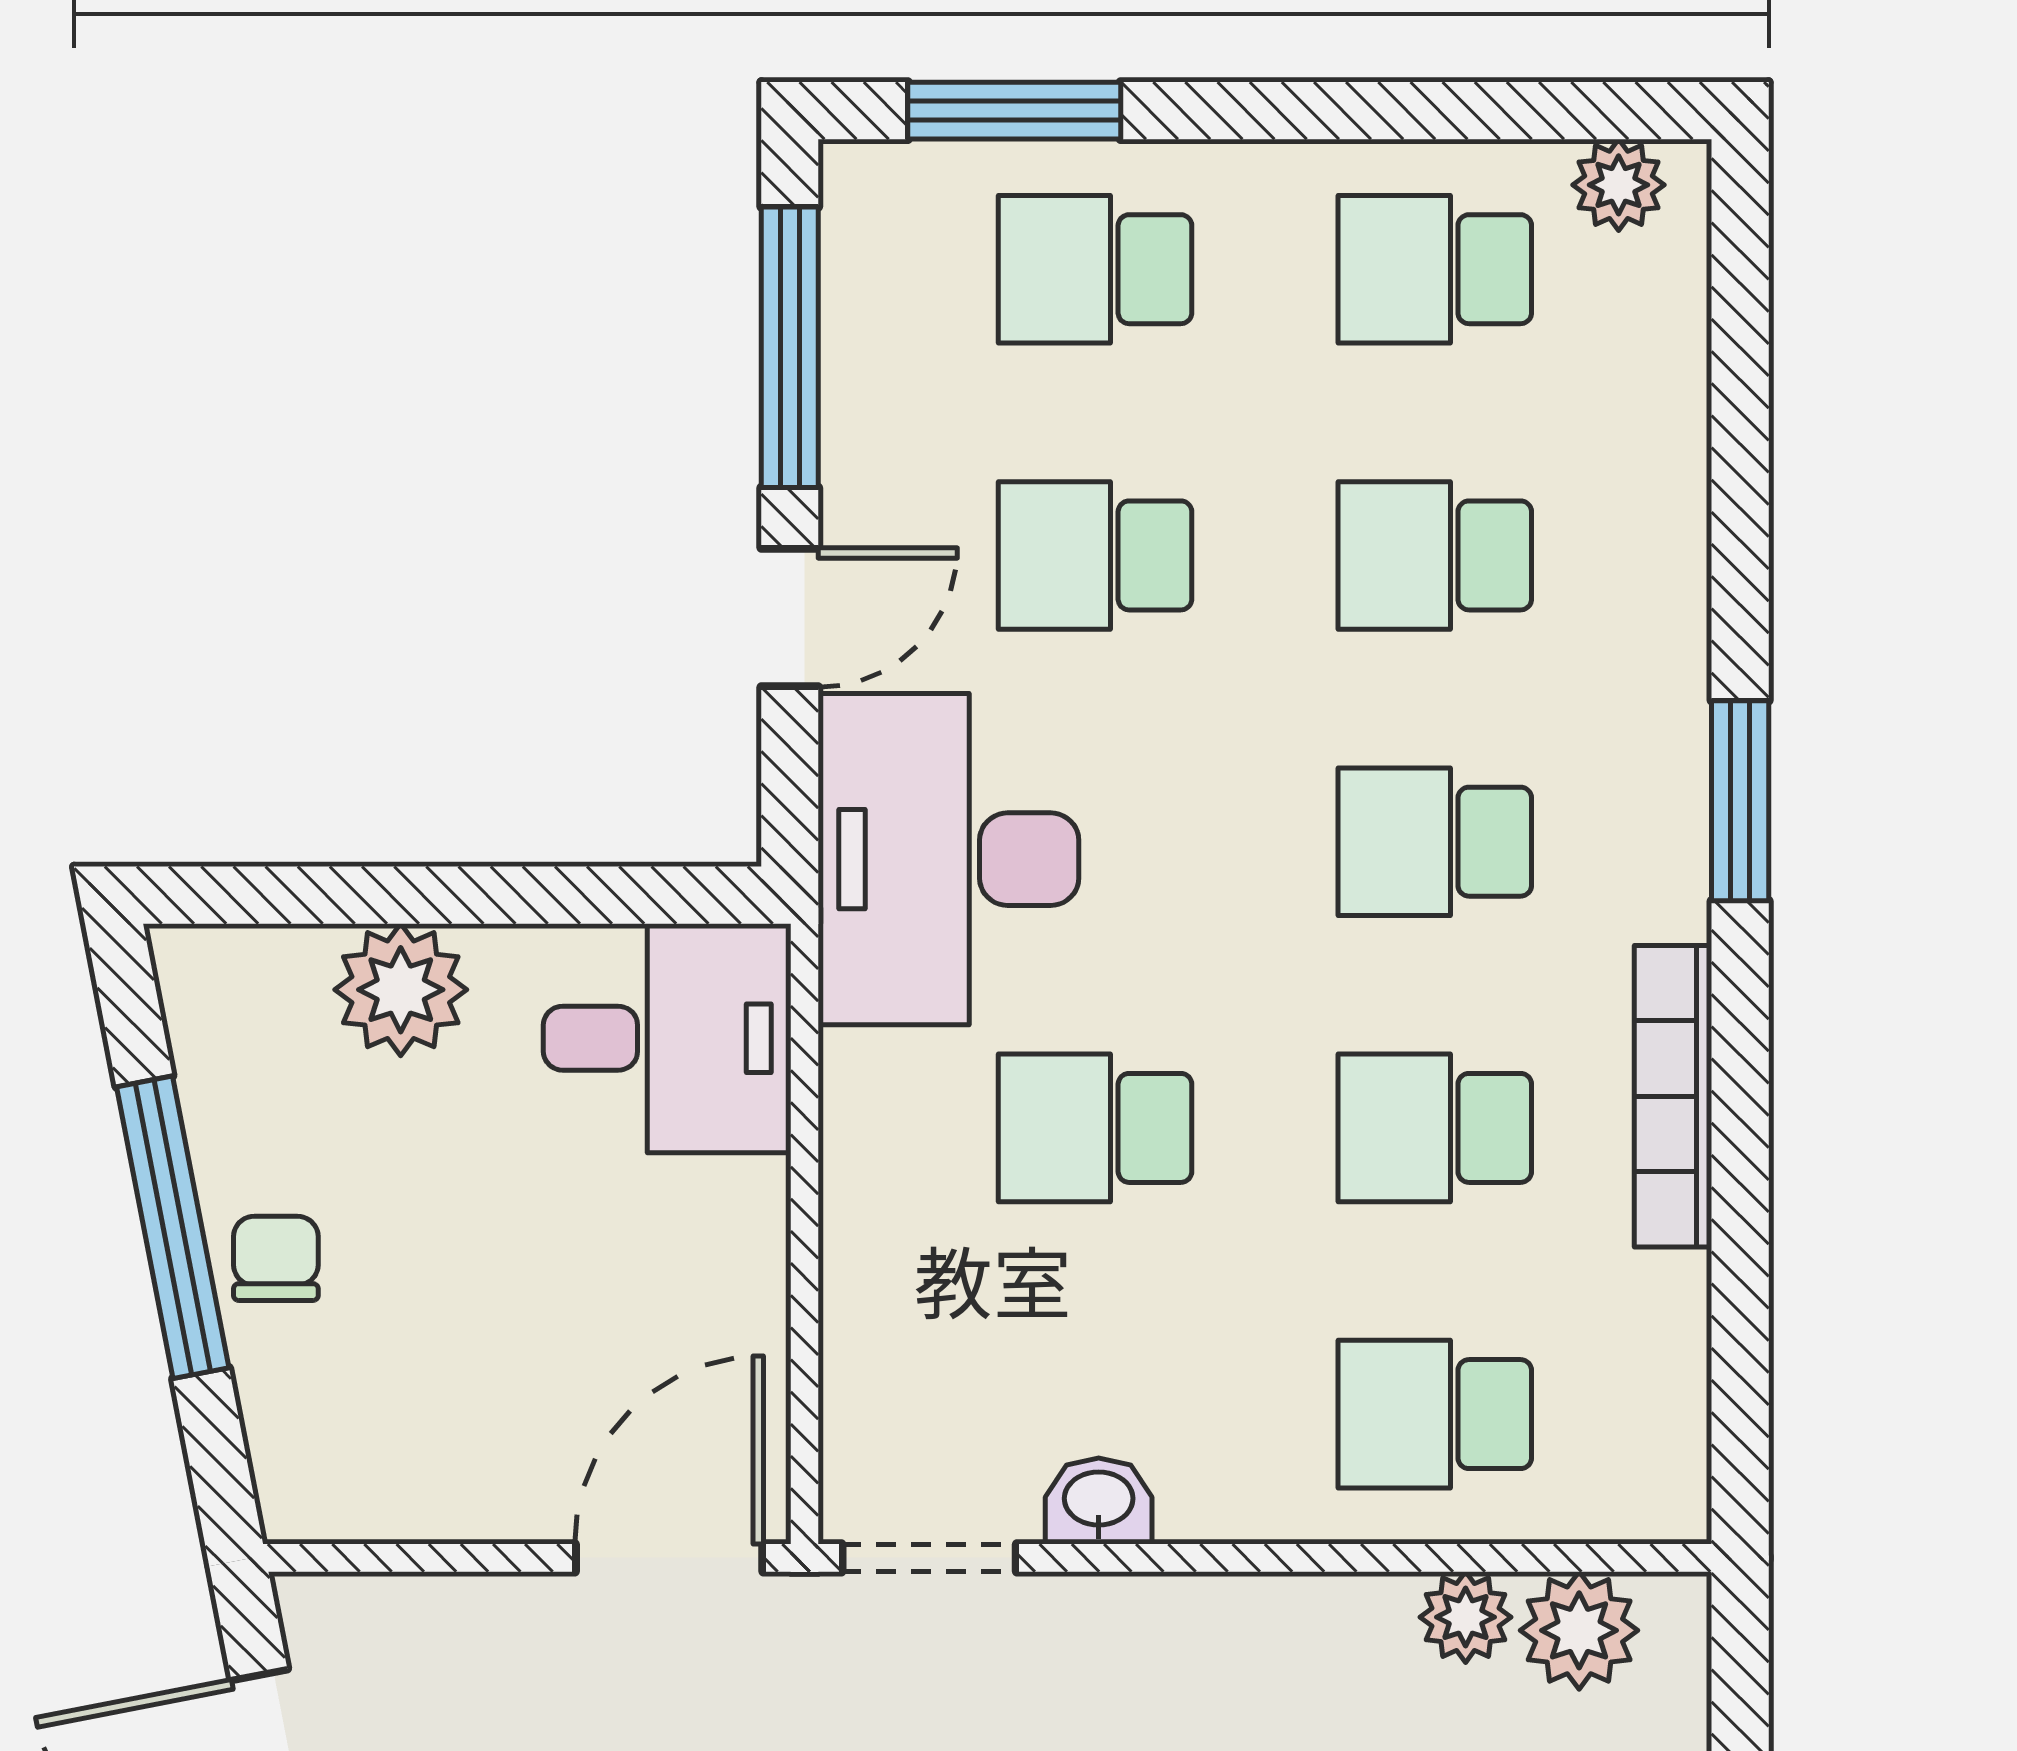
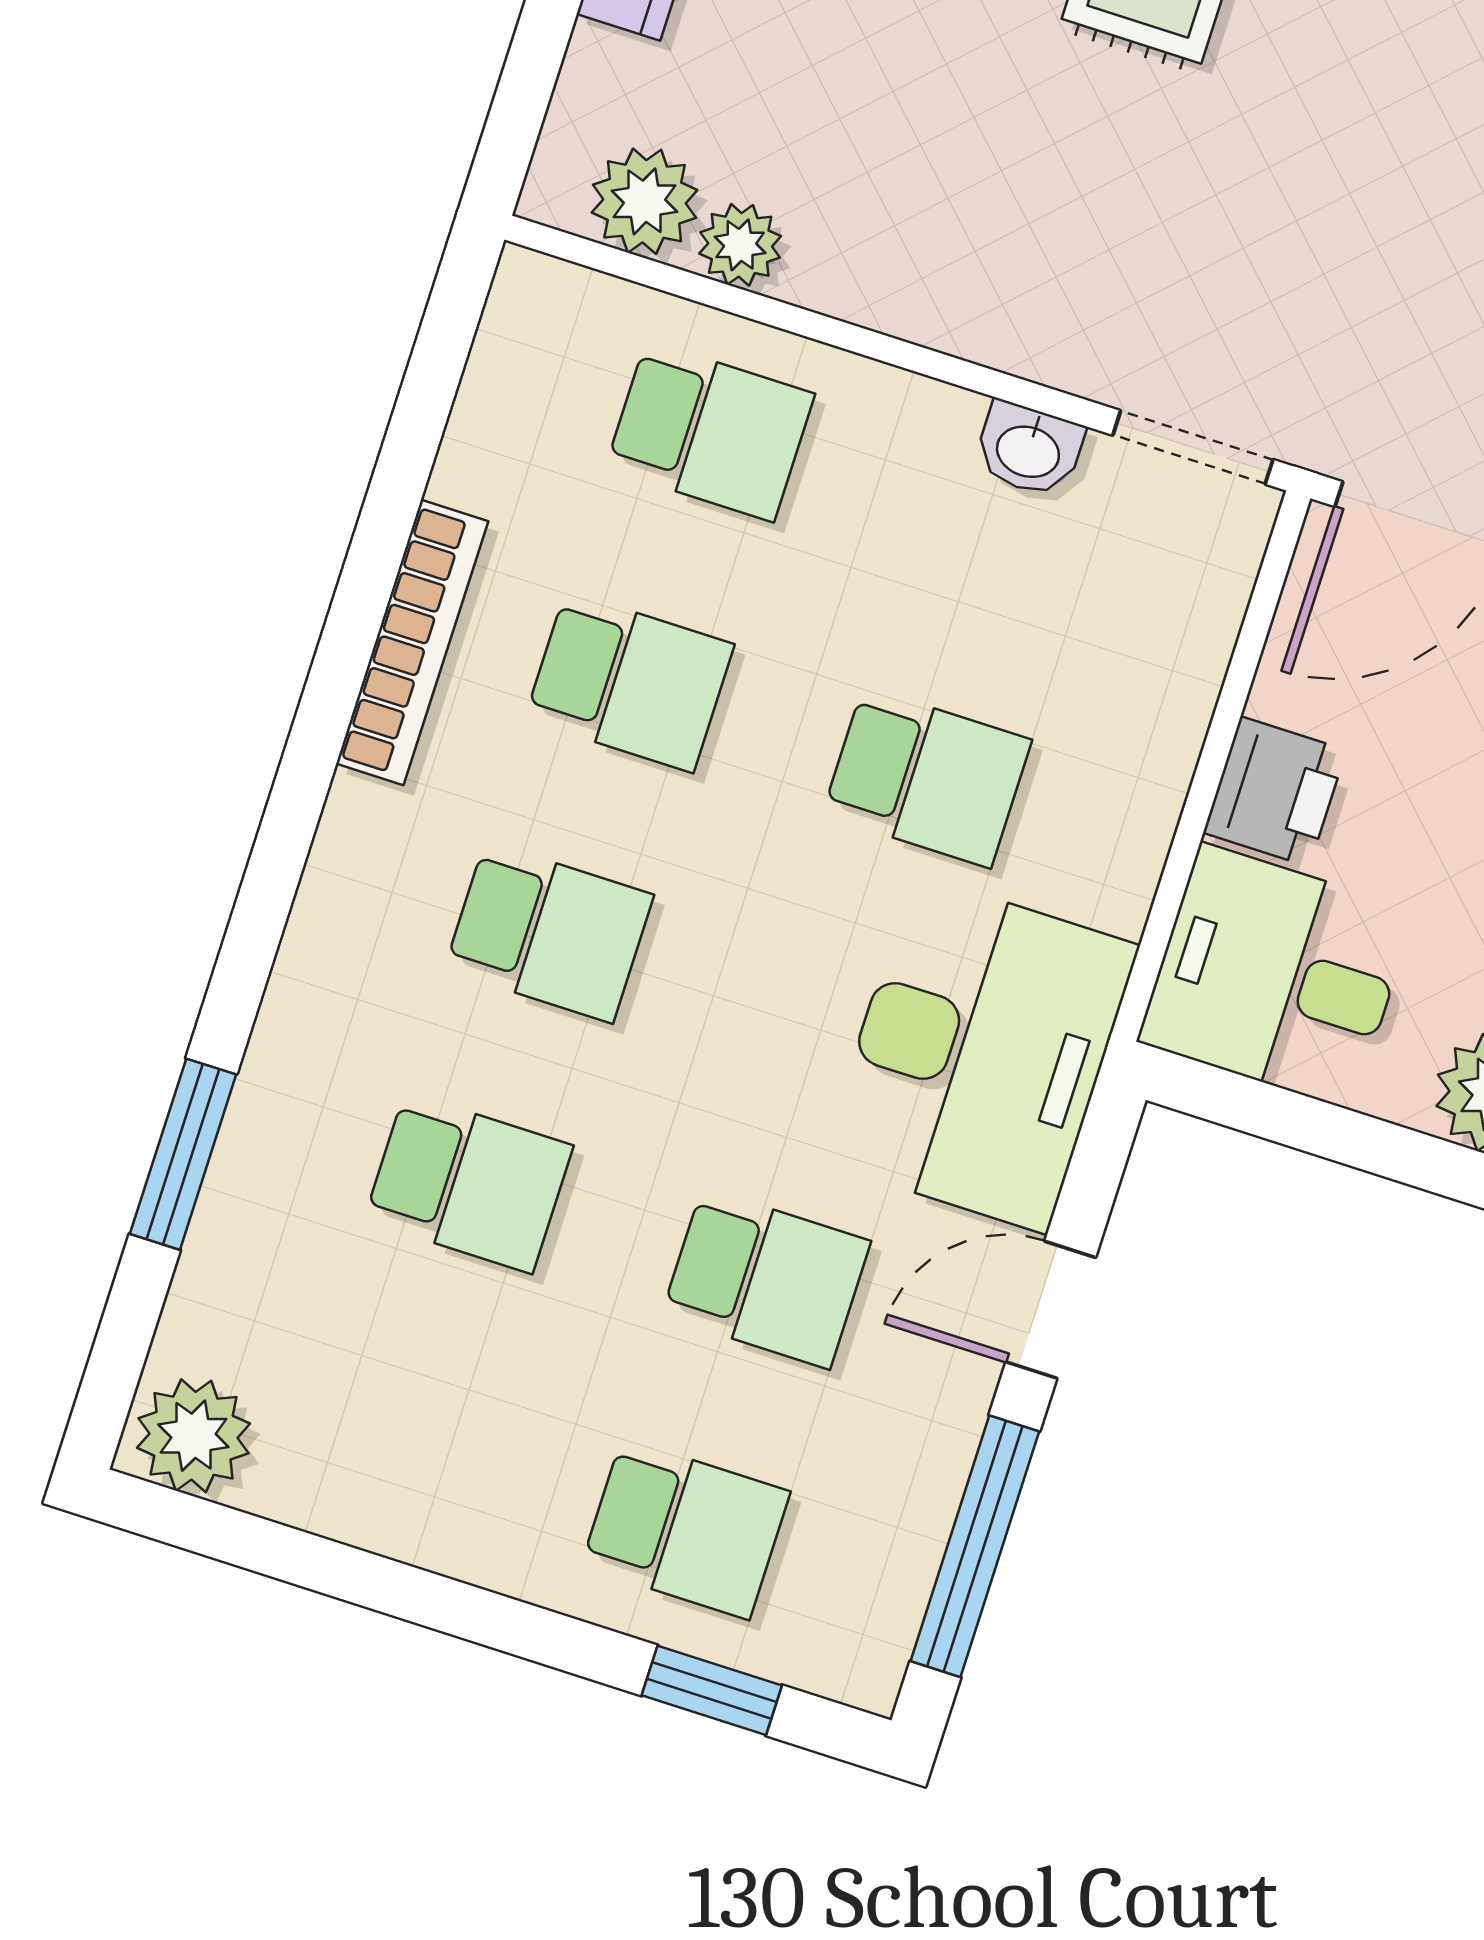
window: (1014, 111) -> (712, 1690), width x0.67
plant: (1619, 185) -> (193, 1436), width x1.38, depth x1.38
school desk: (1435, 269) -> (388, 1433), removed
window: (1740, 801) -> (183, 1154), moved
printer: (730, 1229) -> (1275, 791), added

